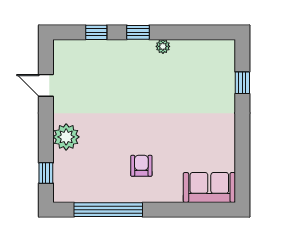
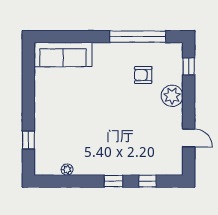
plant: (163, 46) -> (67, 170), moved
armchair: (141, 166) -> (143, 75), moved, turned 90
sofa: (209, 187) -> (63, 55), width x1.36

